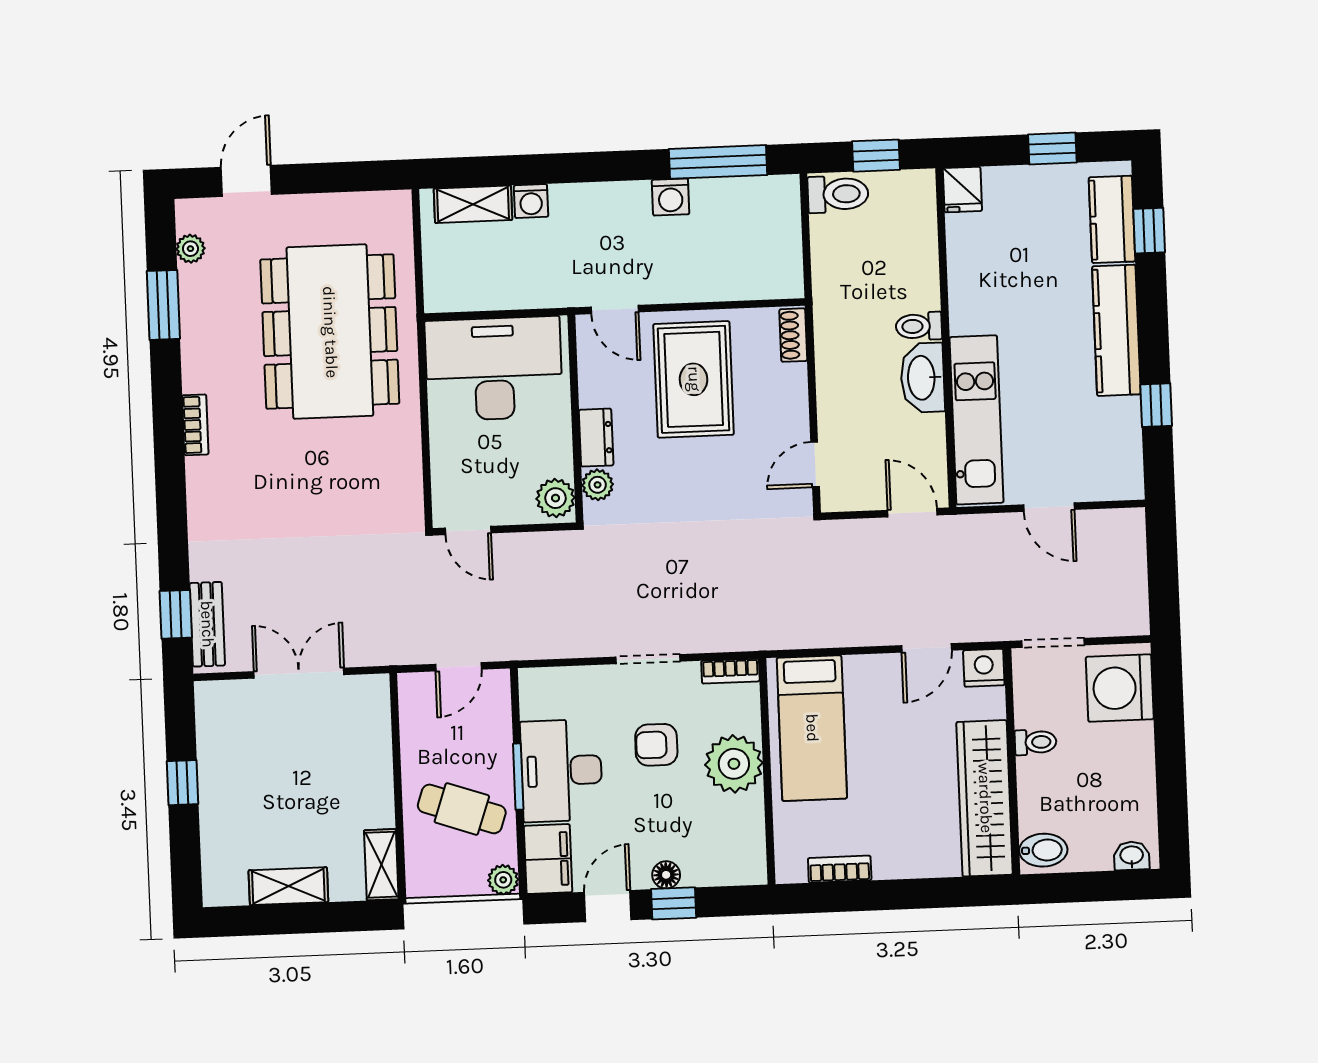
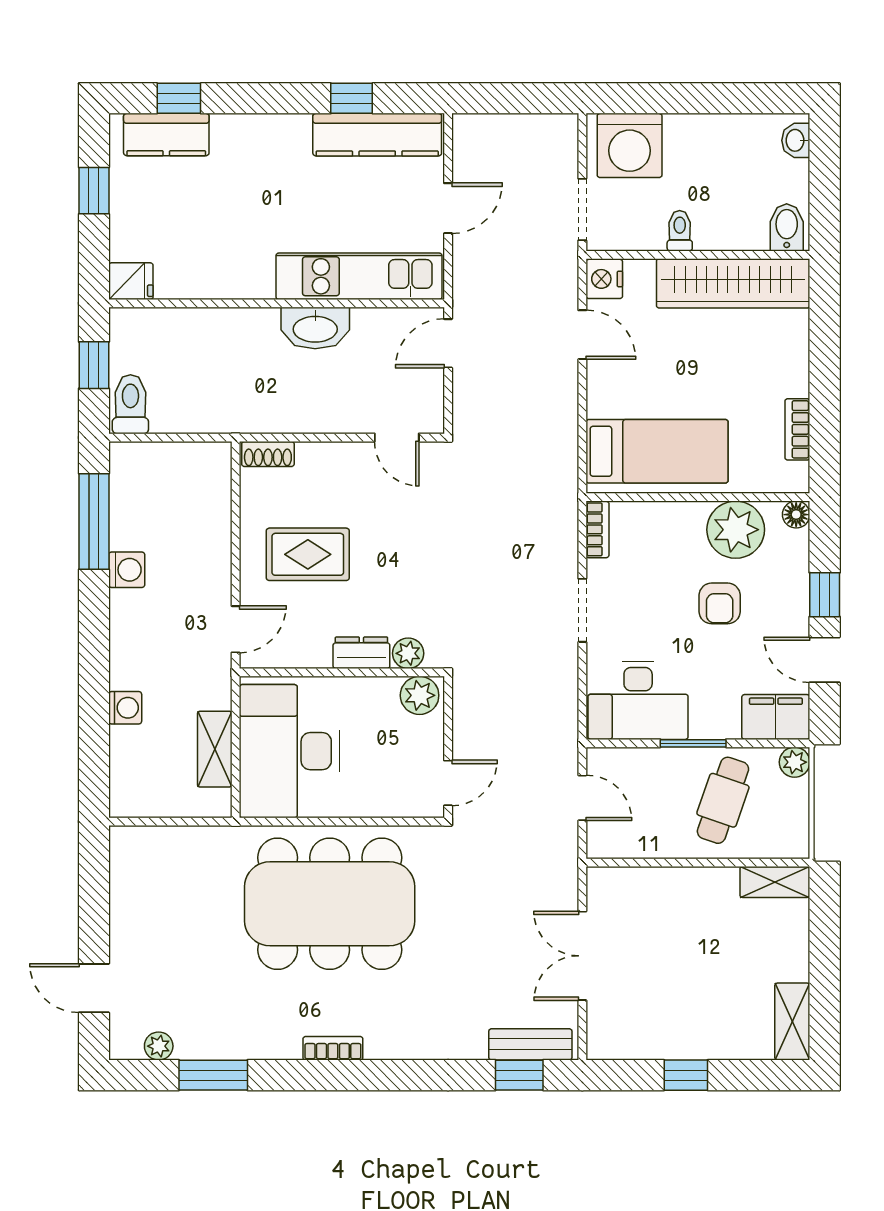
shelving: (473, 204) -> (215, 749), moved
toilet: (919, 326) -> (264, 330), removed
kitchen counter: (1116, 330) -> (377, 135), moved
dining table: (330, 332) -> (330, 904), moved
rug: (694, 379) -> (308, 554), width x0.73, depth x0.70
armchair: (656, 745) -> (720, 603), moved
plant: (734, 764) -> (736, 530), moved
desk: (561, 771) -> (638, 700), moved
floor lamp: (666, 875) -> (796, 515), moved
shelving: (288, 886) -> (792, 1022), moved

